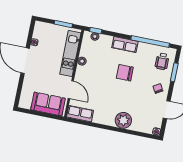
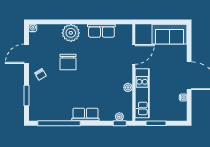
wheelchair: (162, 61) -> (42, 105), removed
chair: (125, 73) -> (68, 62), moved, turned 90
door: (71, 90) -> (134, 54), swing flipped
sofa: (48, 104) -> (169, 34), moved
row of seats: (80, 114) -> (101, 31), moved

